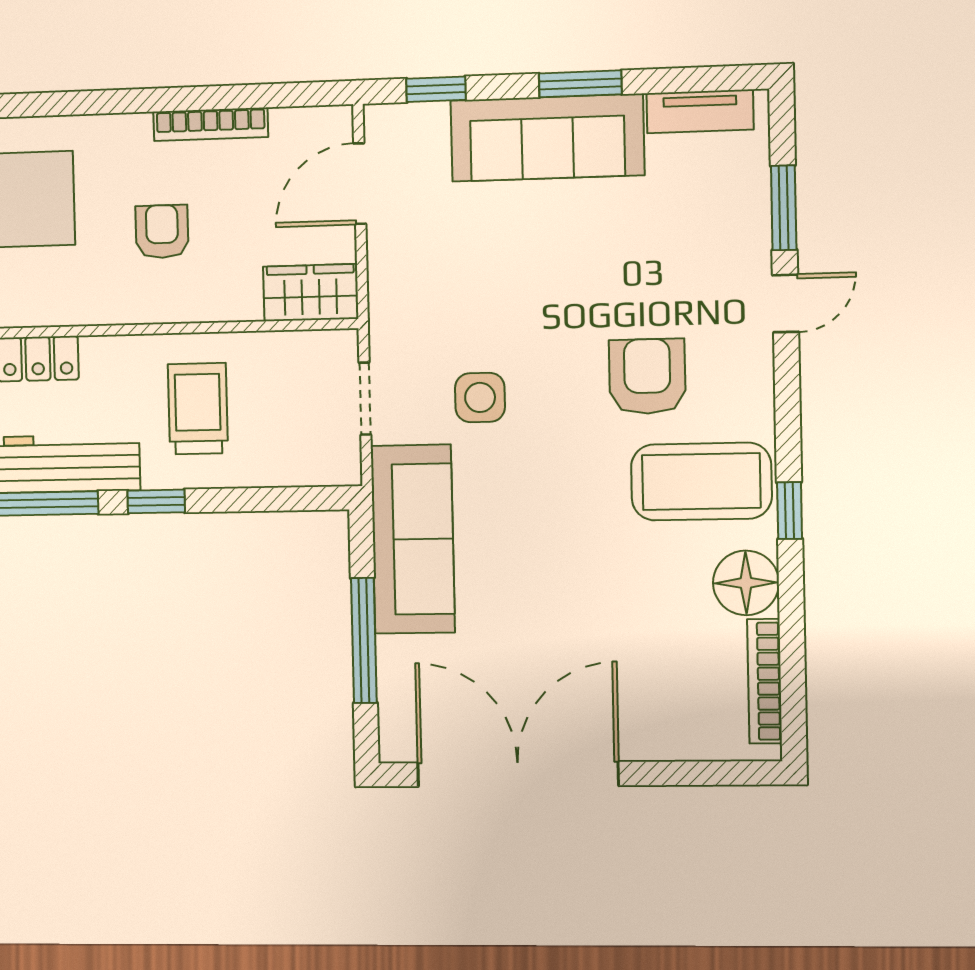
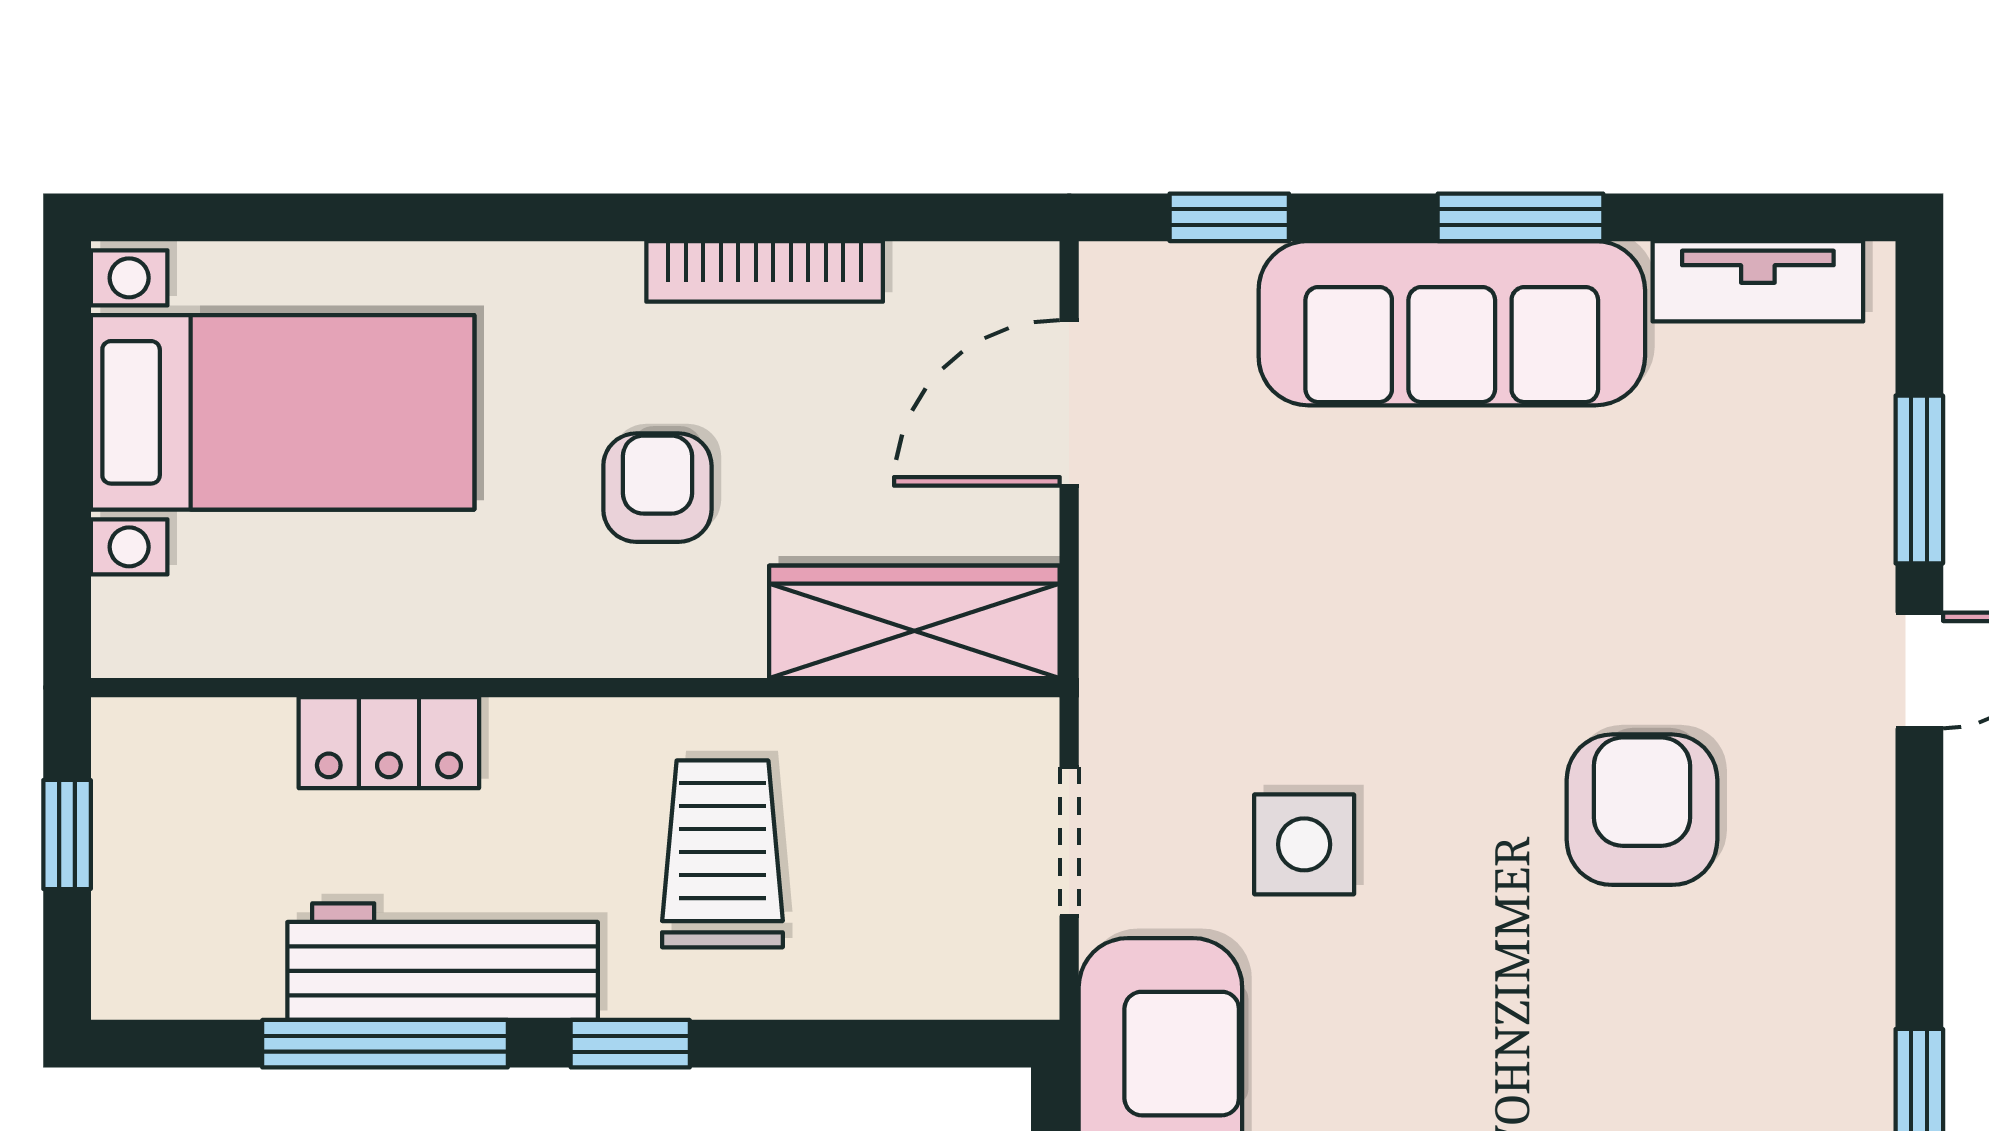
wardrobe: (311, 293) -> (914, 622), width x1.50
coffee table: (701, 482) -> (1745, 1024), removed

